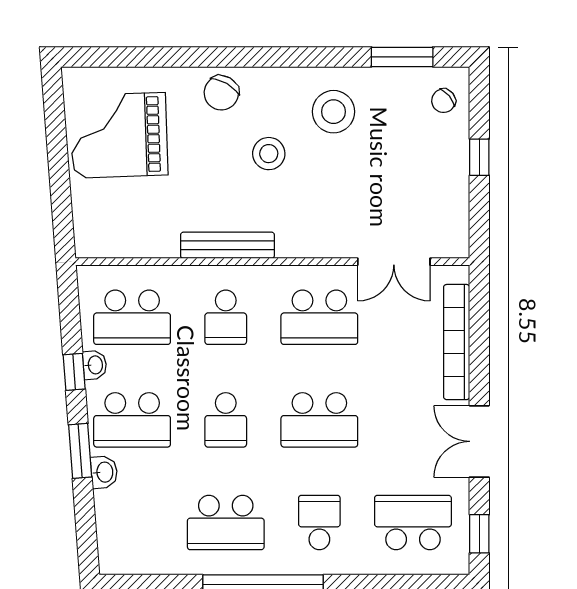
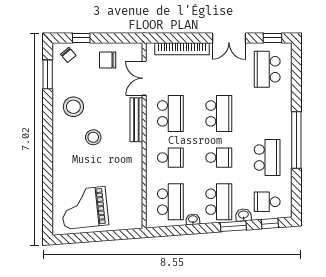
chair: (221, 93) -> (108, 60), moved, turned 150
grand piano: (119, 135) -> (85, 208), turned 86
window: (479, 157) -> (81, 38), moved
bench: (227, 245) -> (136, 120), moved
double door: (394, 262) -> (144, 78), swing flipped
window: (74, 372) -> (270, 223), moved
school desk: (319, 522) -> (267, 202), moved

